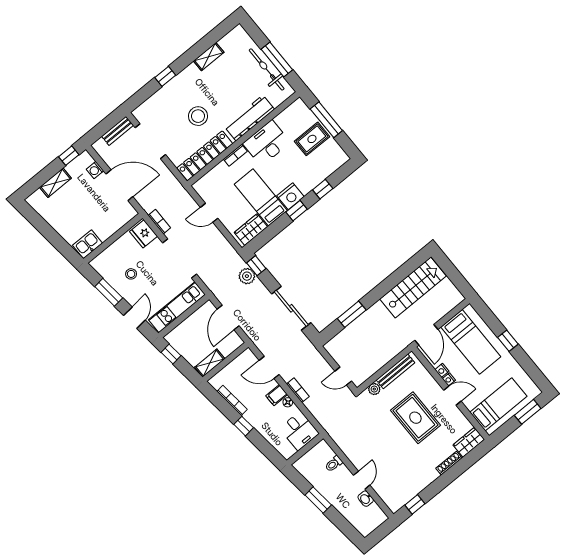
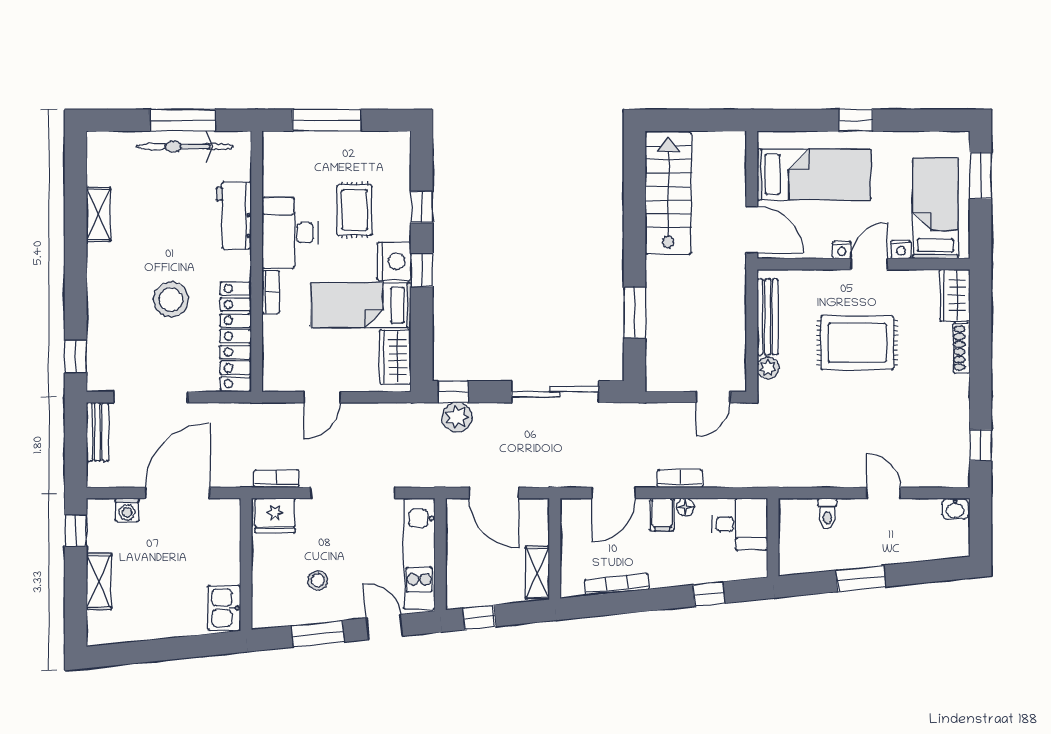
window: (165, 76) -> (76, 357), moved
workbench: (249, 118) -> (234, 215), width x0.73
rug: (312, 139) -> (354, 210), moved
nightstand: (442, 370) -> (901, 249), moved
window: (244, 426) -> (709, 594), moved
washbasin: (366, 499) -> (955, 509), moved

